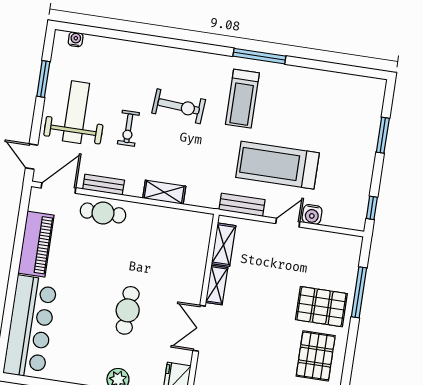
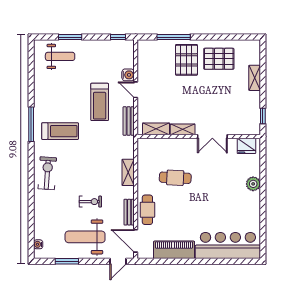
exercise bike: (179, 106) -> (47, 173), moved
weight bench: (356, 116) -> (60, 56), added
treadmill: (277, 165) -> (100, 102), width x0.73, depth x0.73
cafe table: (128, 310) -> (175, 178), moved

